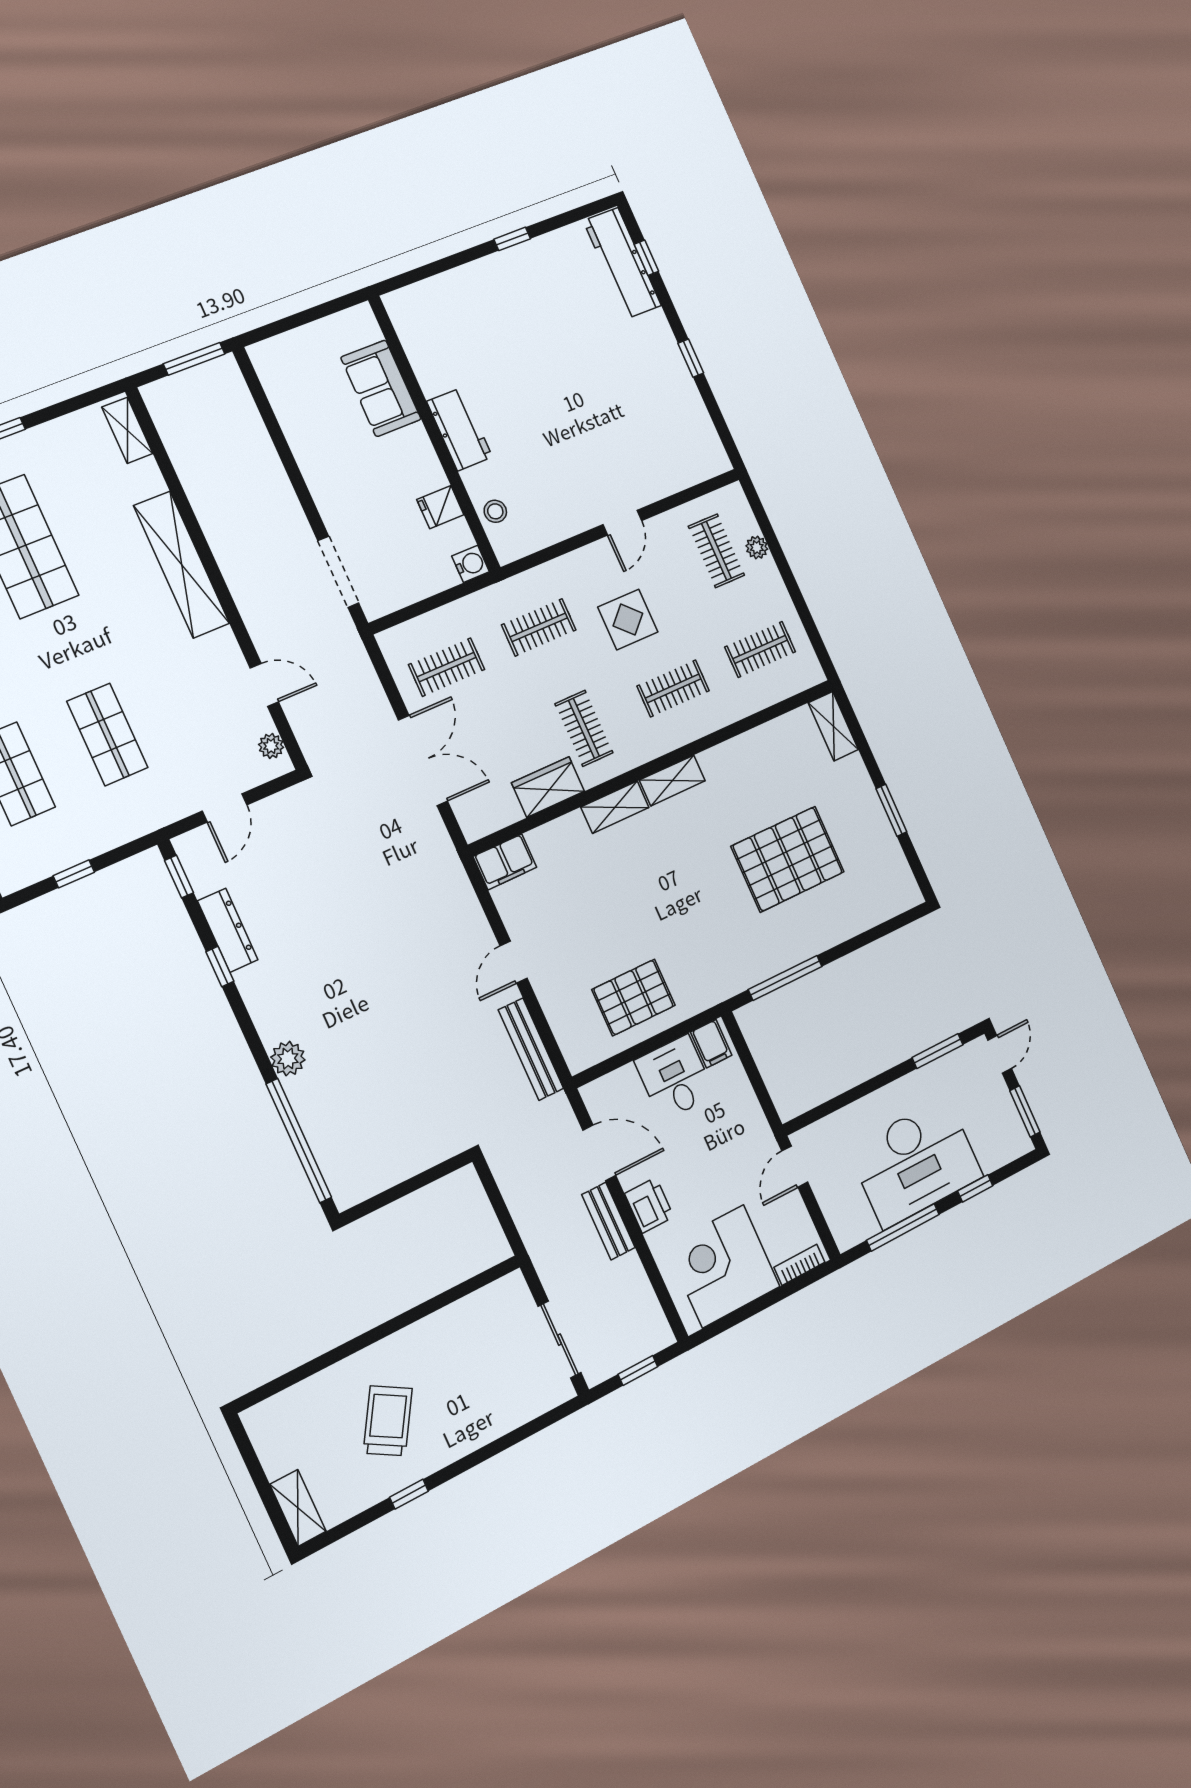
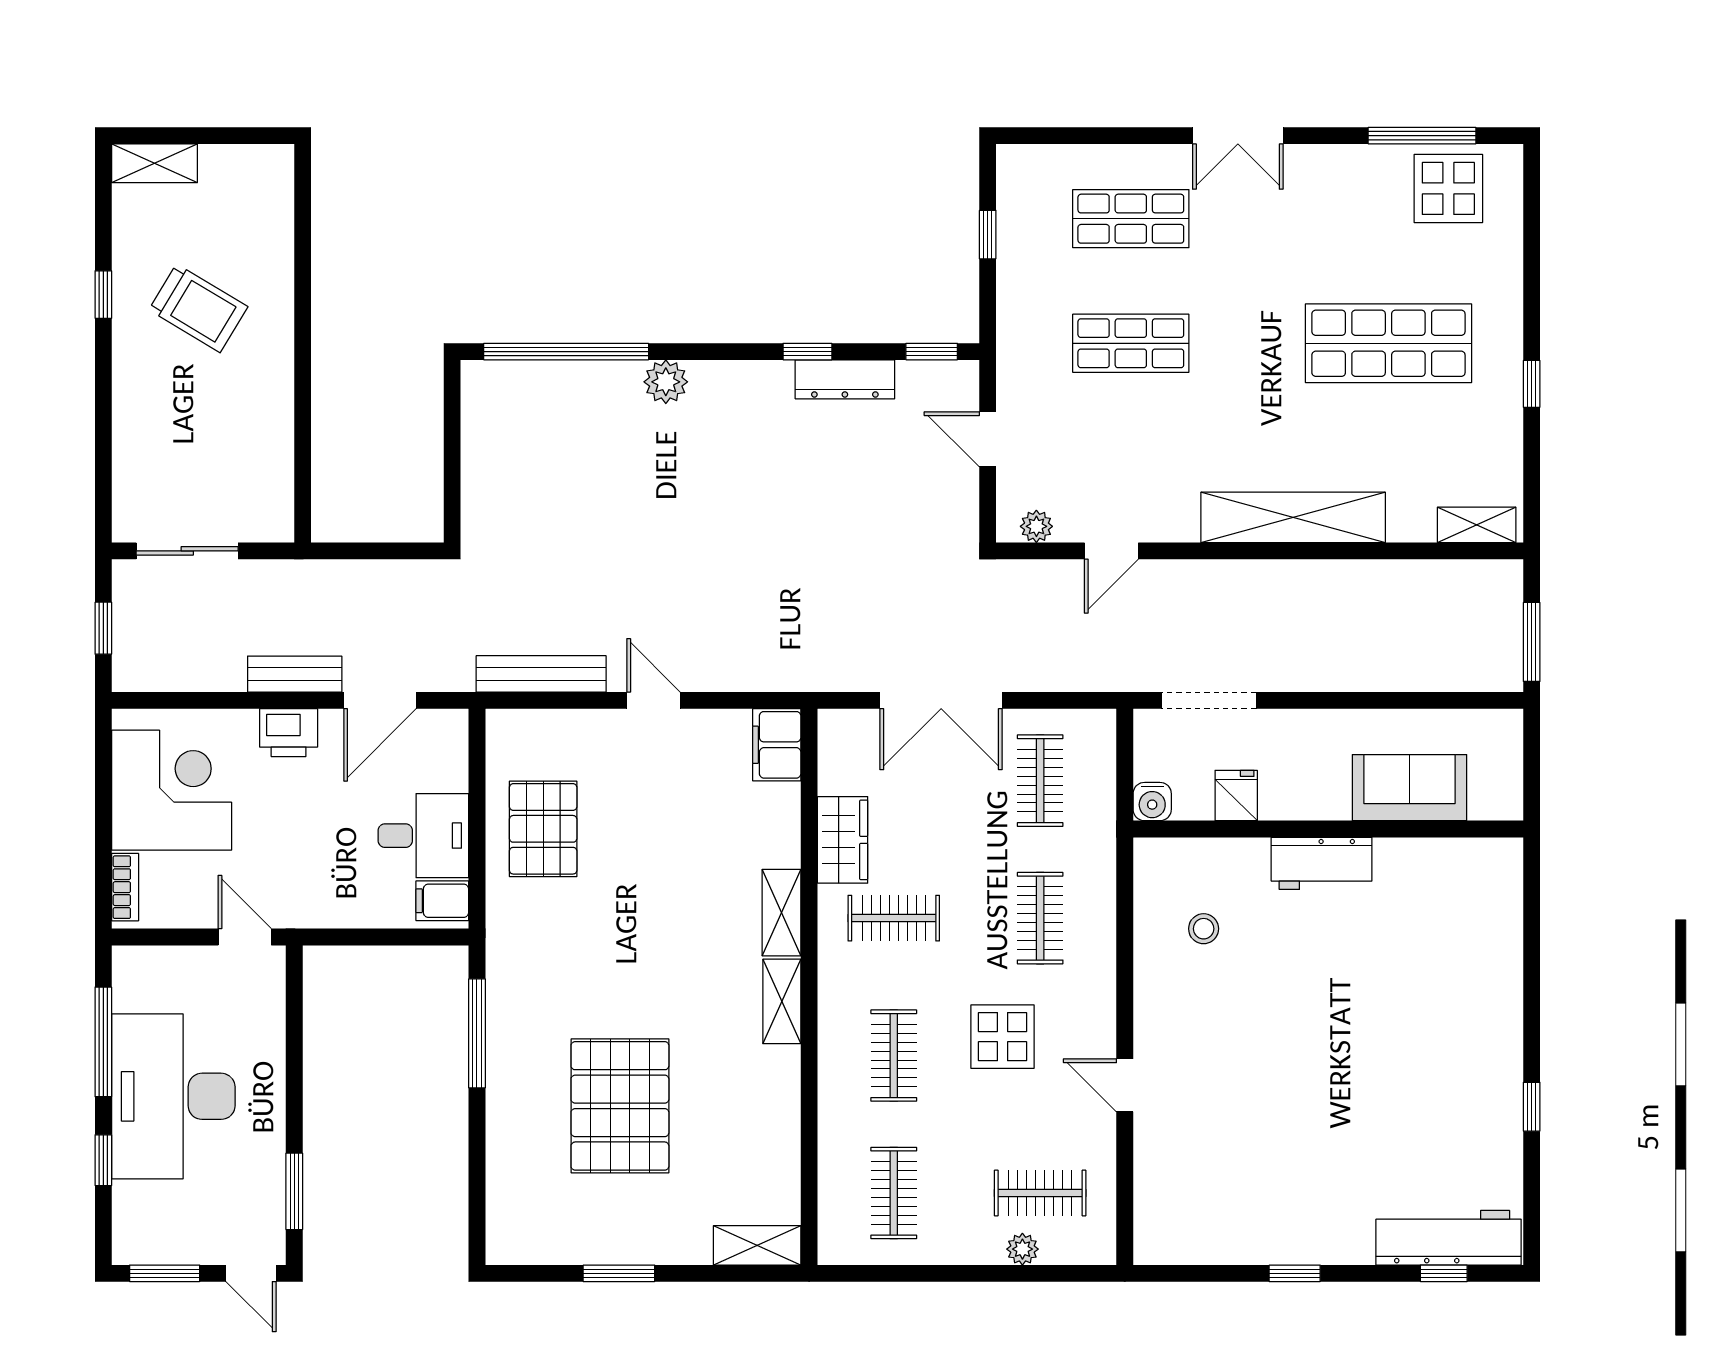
sofa: (381, 388) -> (1409, 788), moved
workbench: (460, 429) -> (1322, 863), moved
wall: (434, 434) -> (1328, 829), moved
fridge: (440, 507) -> (1236, 796), moved
water cooler: (471, 564) -> (1152, 802), moved

